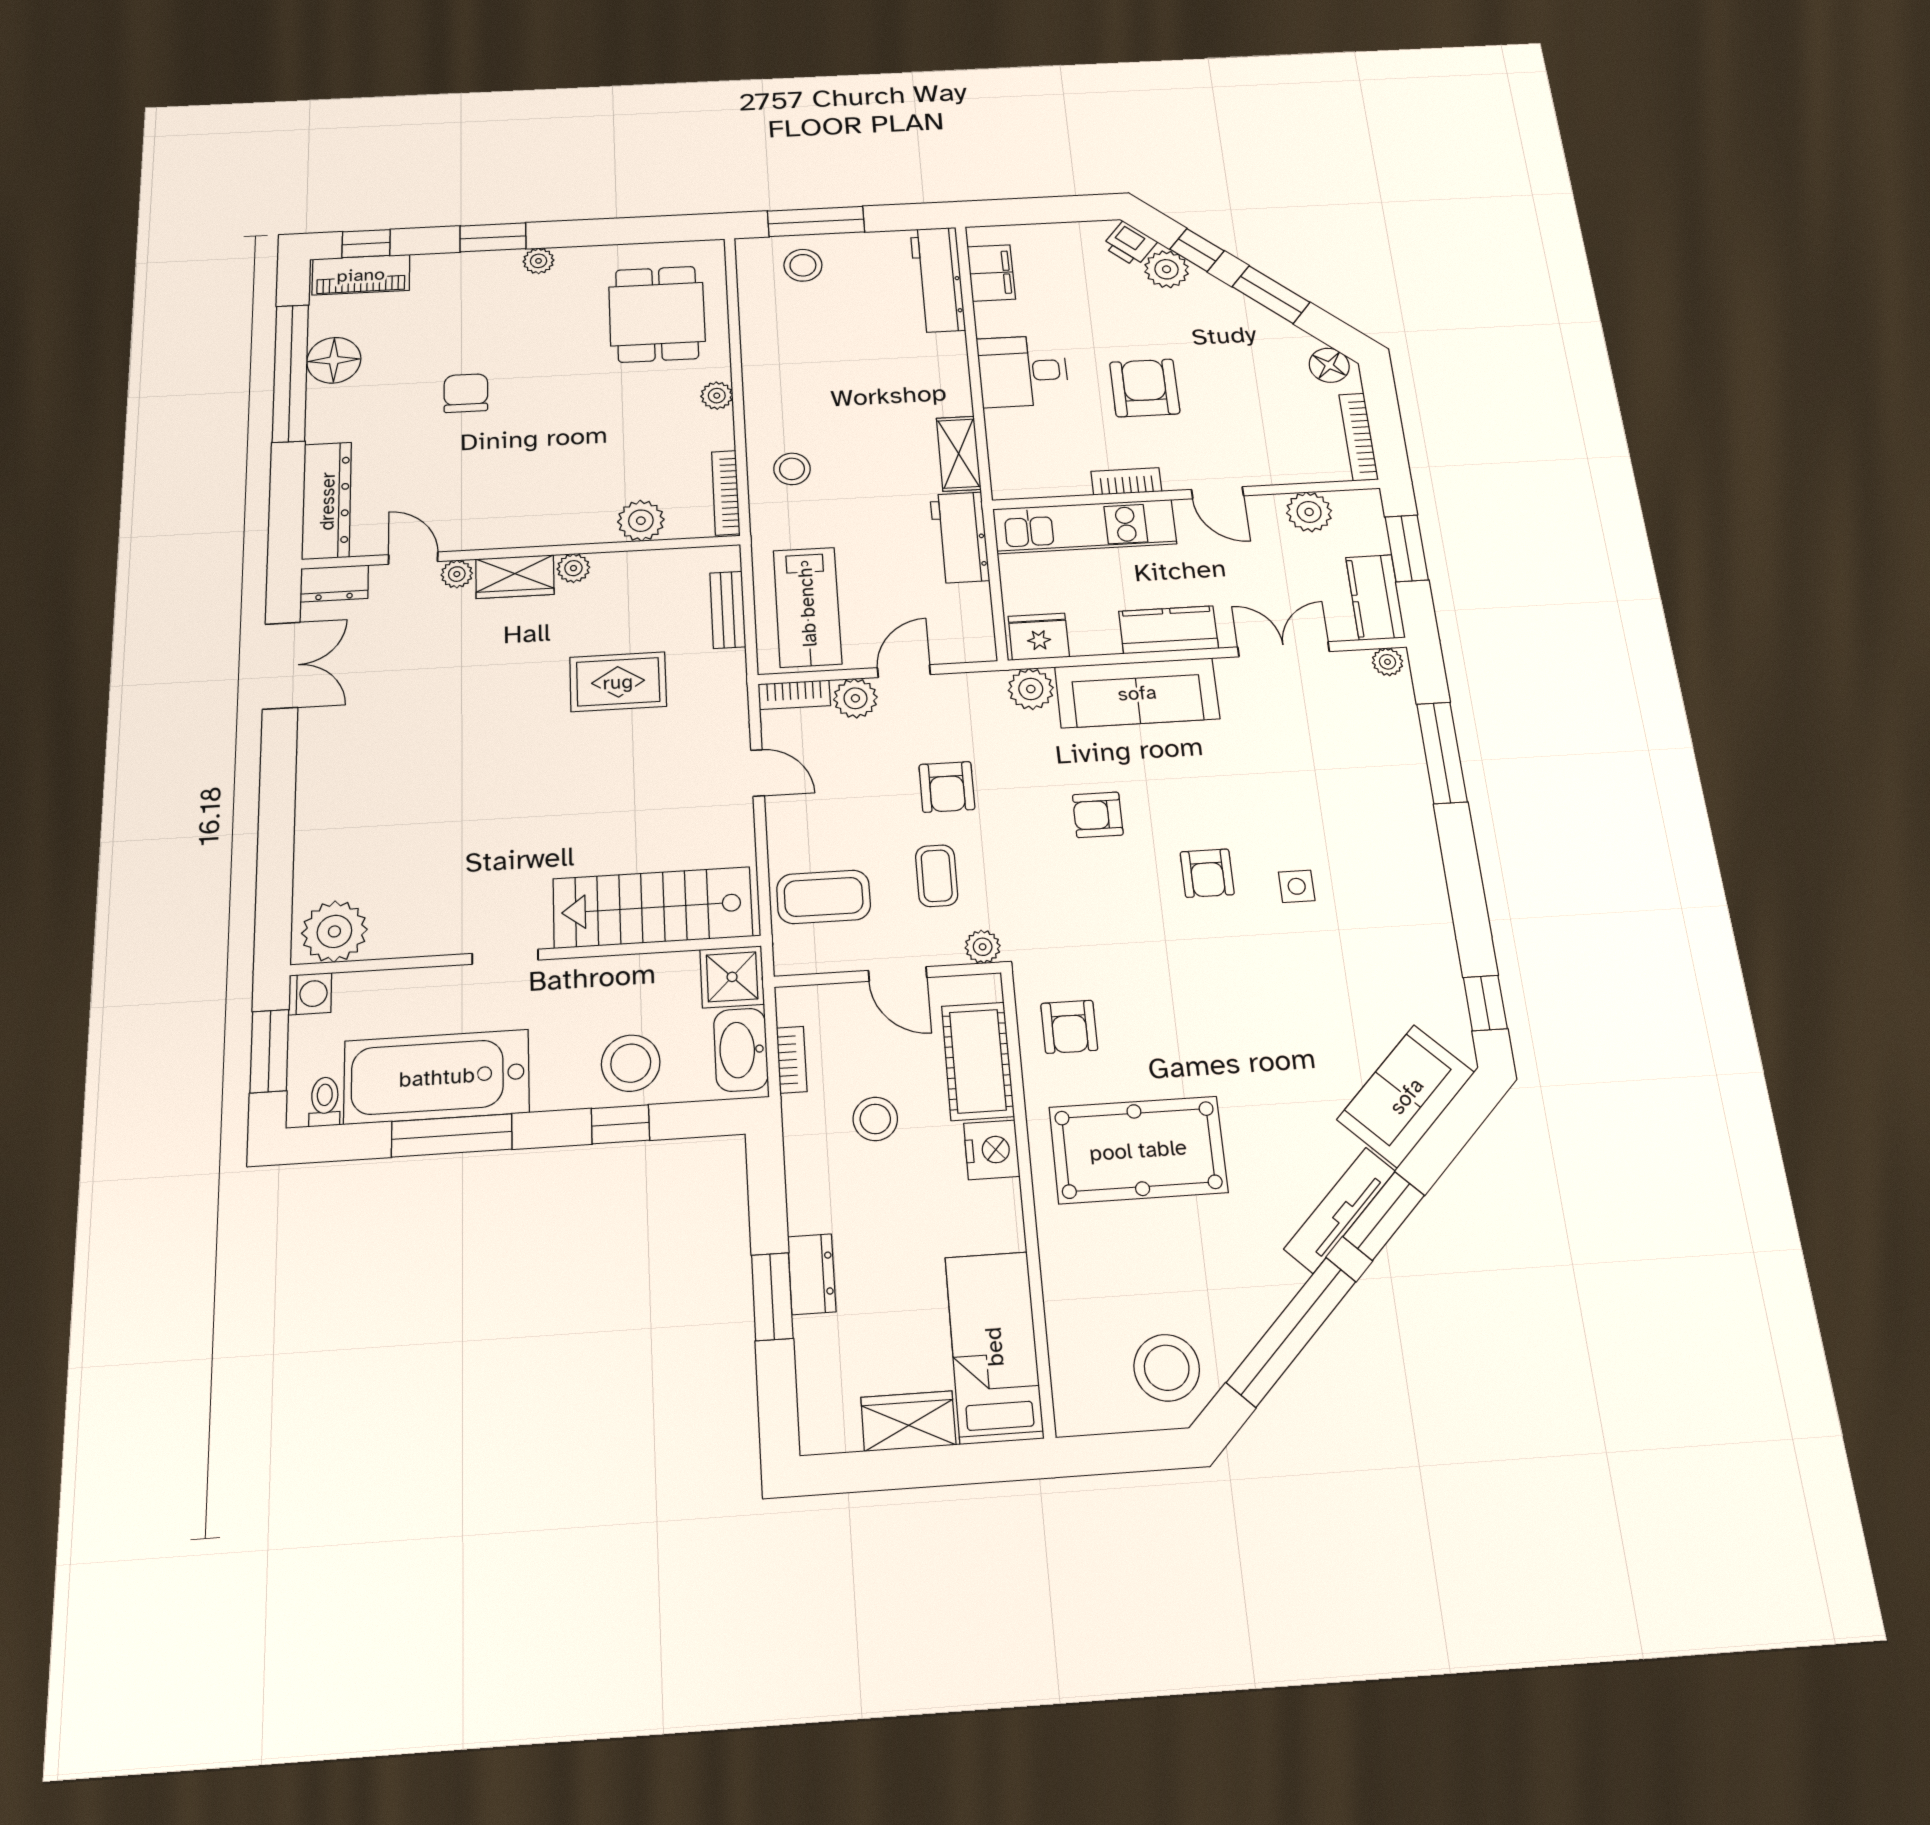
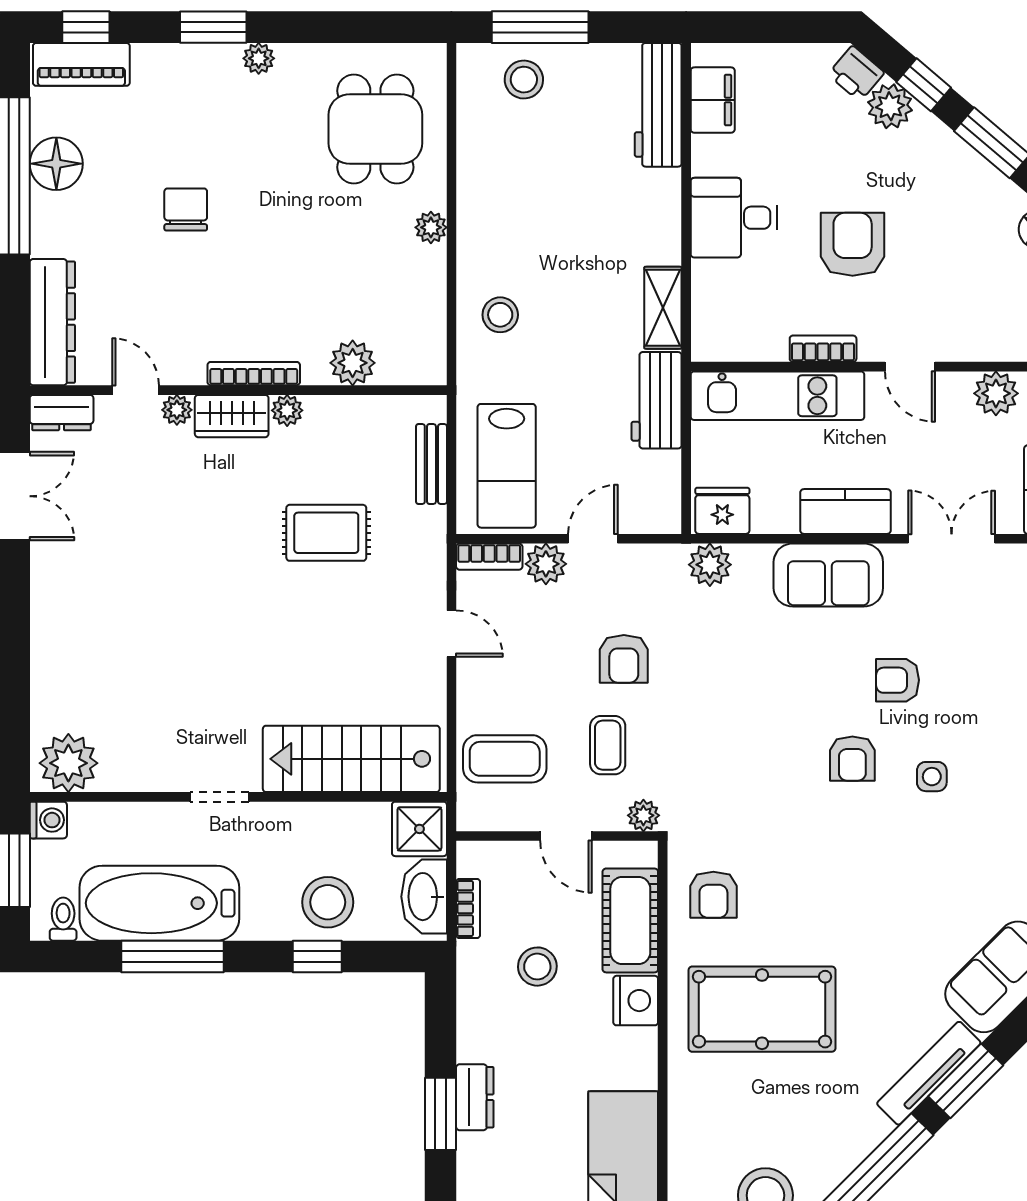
bookcase: (726, 493) -> (254, 374), moved, turned 90
sofa: (1137, 693) -> (828, 575), width x0.73
armchair: (1098, 815) -> (897, 680), moved

